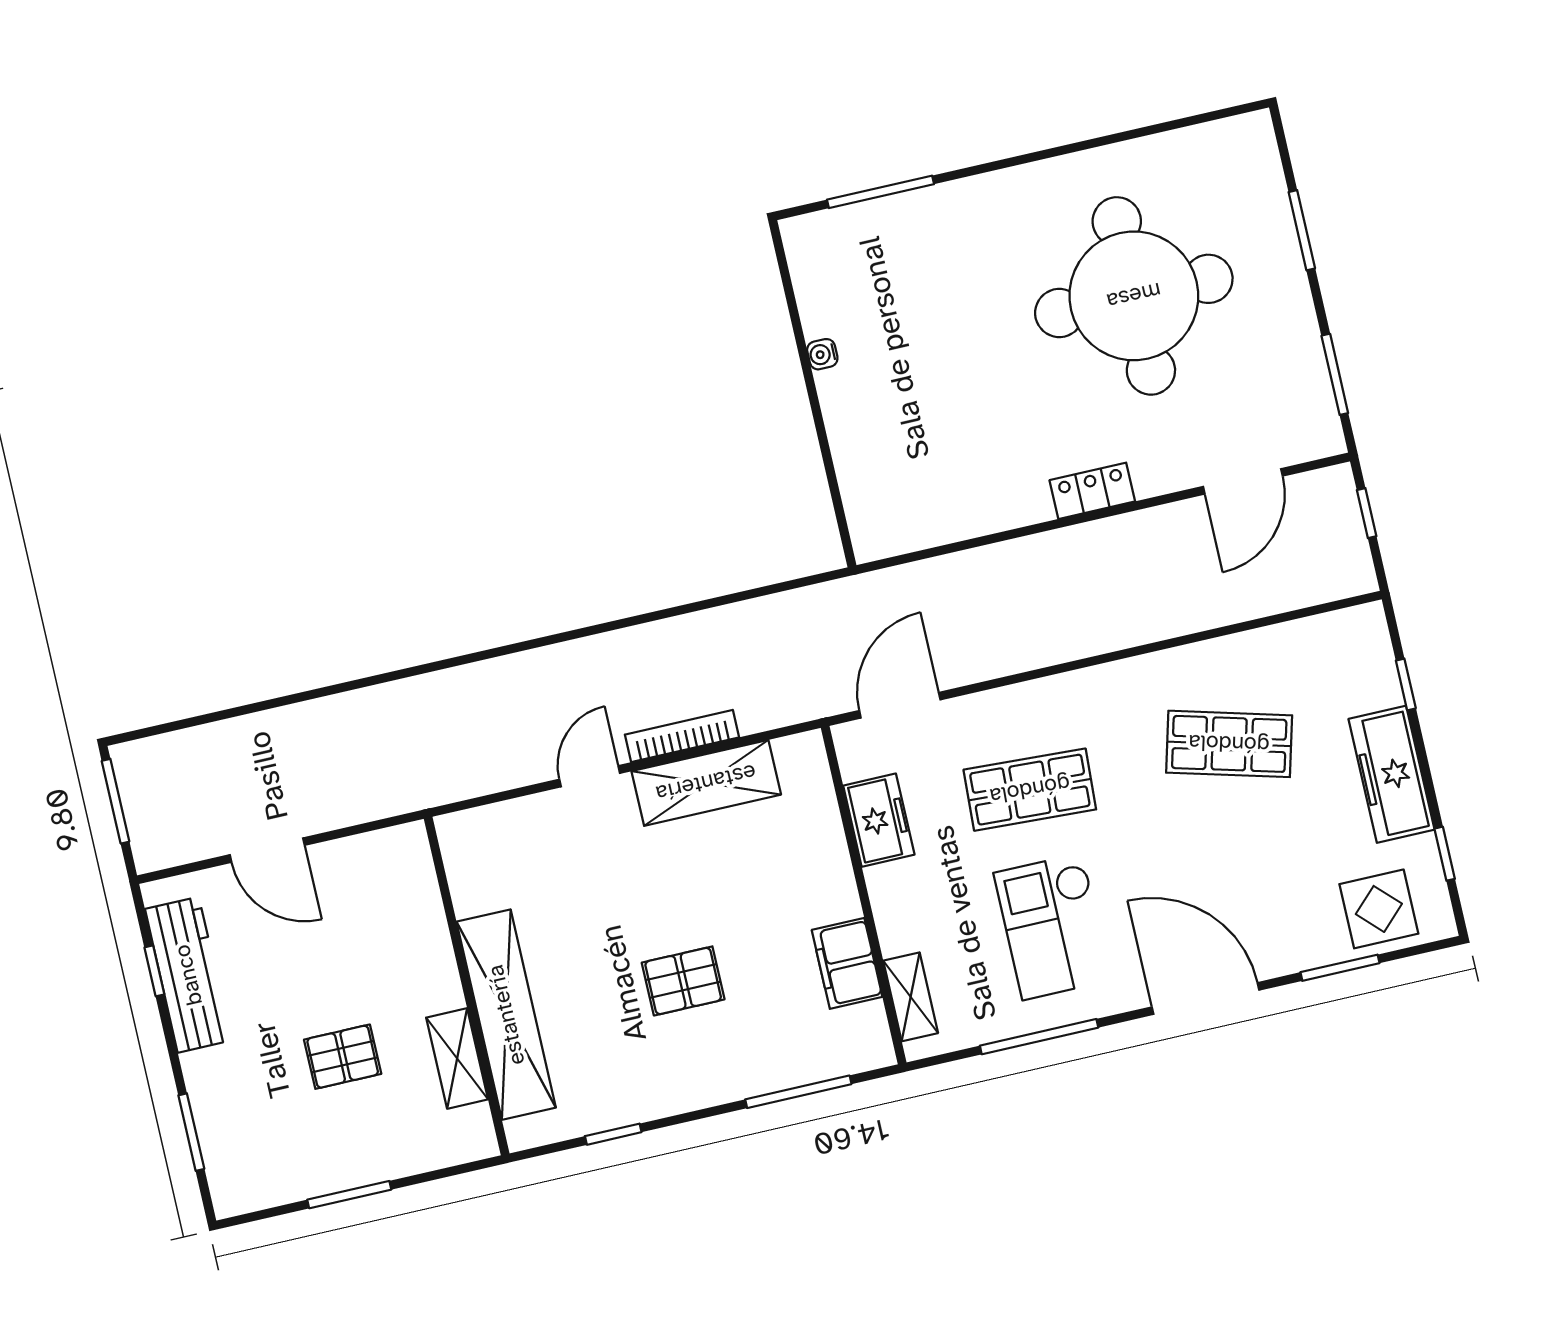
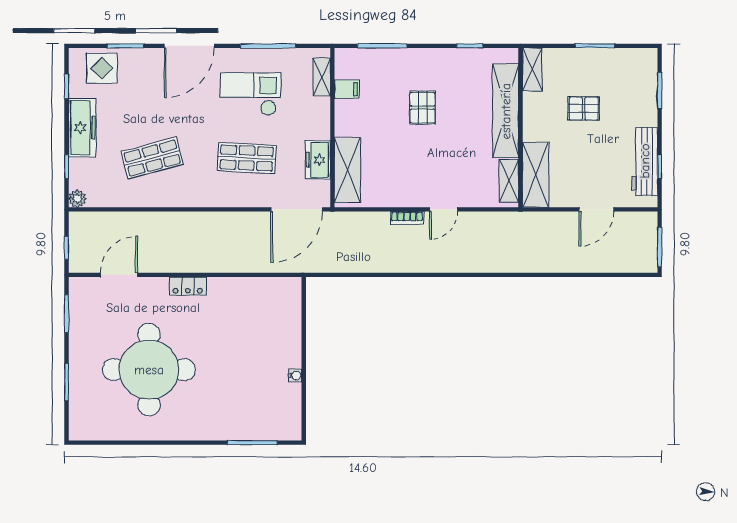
plant: (1368, 622) -> (77, 199), added
door: (900, 705) -> (297, 209), width x1.36
bookcase: (682, 736) -> (407, 218), width x0.64
shop shelf: (1229, 744) -> (152, 158), turned -30
shelving: (706, 783) -> (347, 170), moved, turned 90
door: (267, 850) -> (596, 209), swing flipped
shelving: (466, 868) -> (509, 181), added
shelving: (412, 894) -> (536, 175), added
checkout: (1053, 926) -> (251, 94), turned -90
filing cabinet: (847, 963) -> (347, 89), width x0.50
pallet: (683, 981) -> (423, 108), turned 90
door: (1205, 999) -> (189, 46), hinge flipped
shelving: (457, 1058) -> (532, 70), moved

